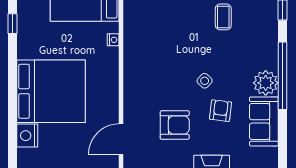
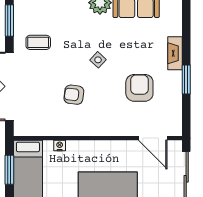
armchair: (221, 111) -> (74, 95), moved

